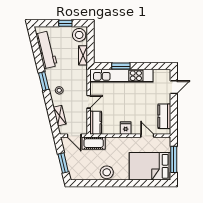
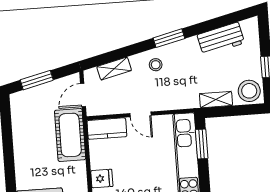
workbench: (46, 50) -> (221, 39), width x0.73
window: (121, 66) -> (202, 144), moved
cot: (94, 143) -> (70, 135), width x1.37, depth x1.34
stool: (107, 172) -> (27, 153), removed

